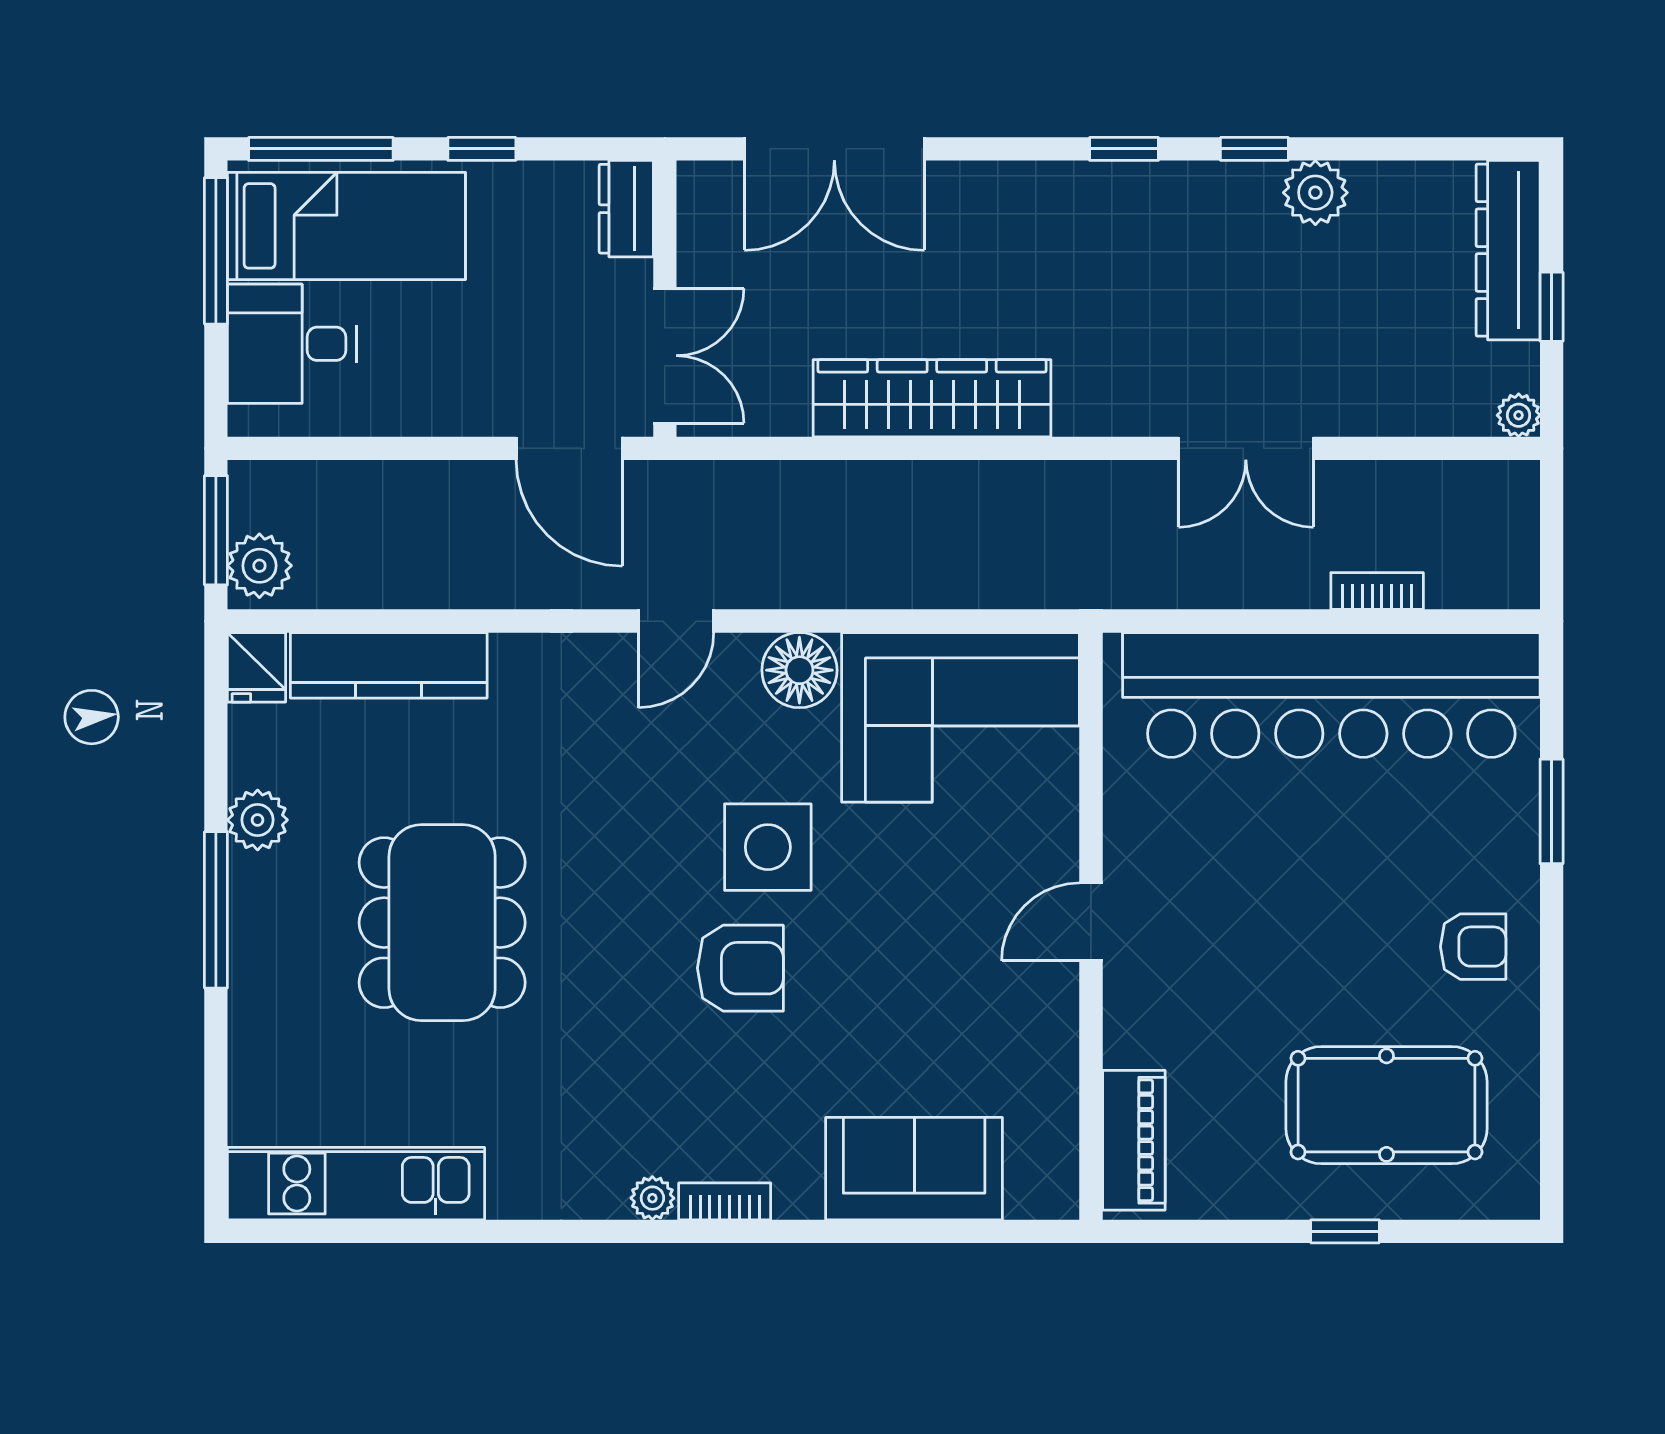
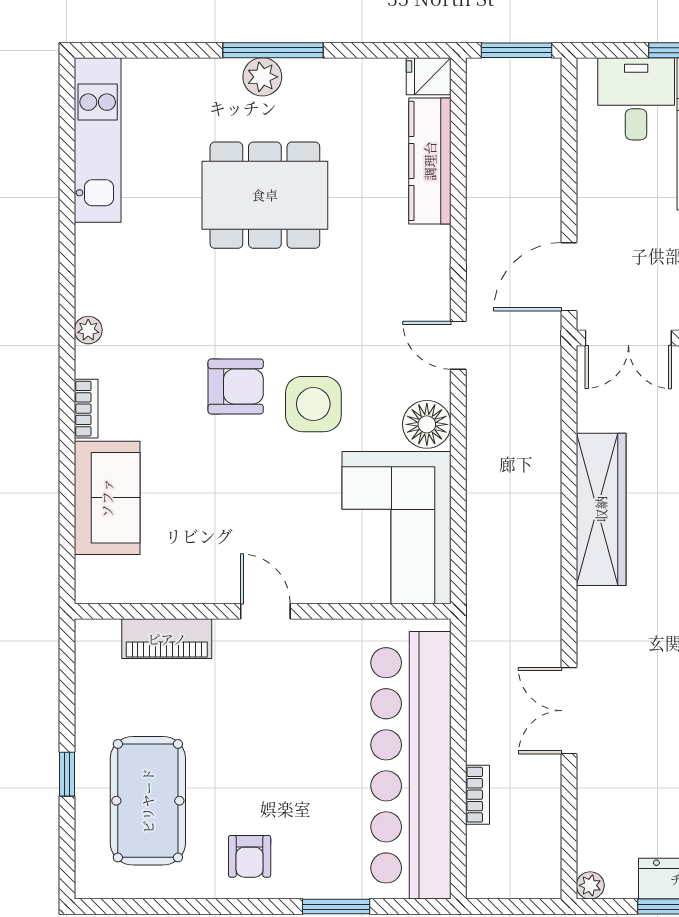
plant: (259, 566) -> (494, 78), removed
plant: (258, 820) -> (262, 77), moved
armchair: (740, 968) -> (236, 386), turned -90
piano: (1134, 1140) -> (167, 639), moved
bookcase: (725, 1201) -> (86, 409), moved

